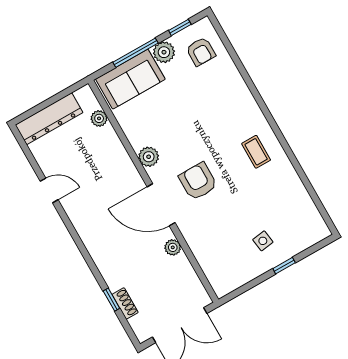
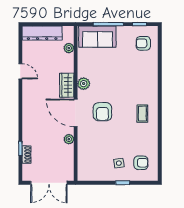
plant: (164, 52) -> (124, 33), removed
armchair: (201, 52) -> (143, 43), turned 90
wardrobe: (126, 173) -> (67, 85), added
armchair: (198, 181) -> (102, 112), turned 180
armchair: (294, 223) -> (141, 163), added

